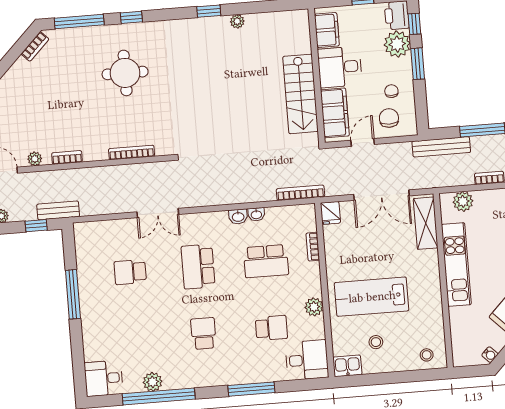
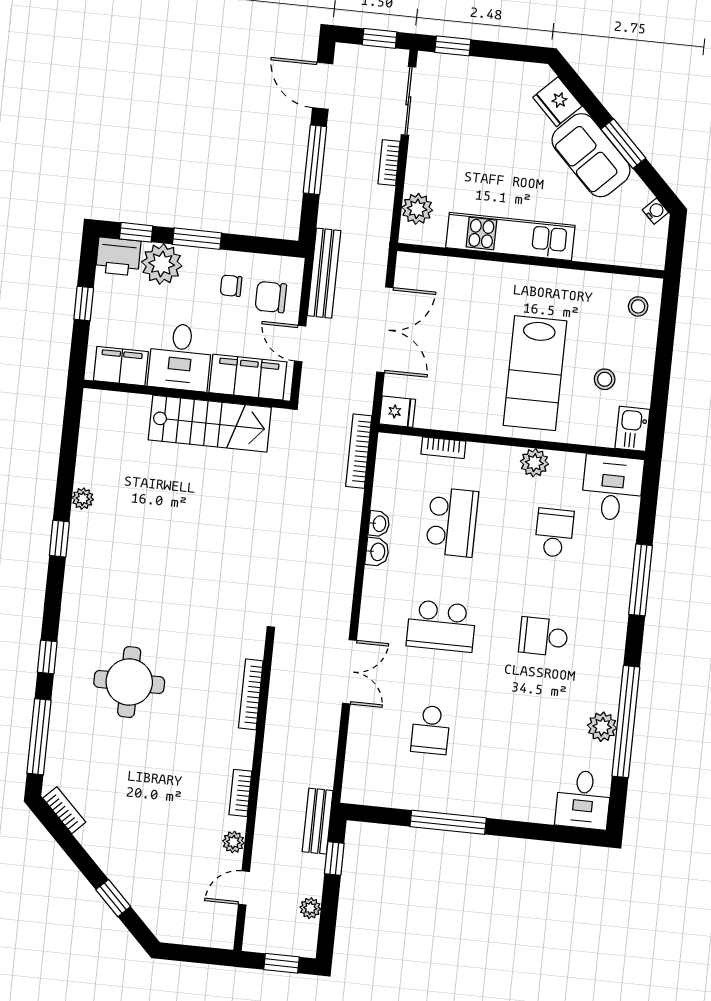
bench: (441, 147) -> (324, 273), moved
shelving: (426, 223) -> (439, 271), removed

